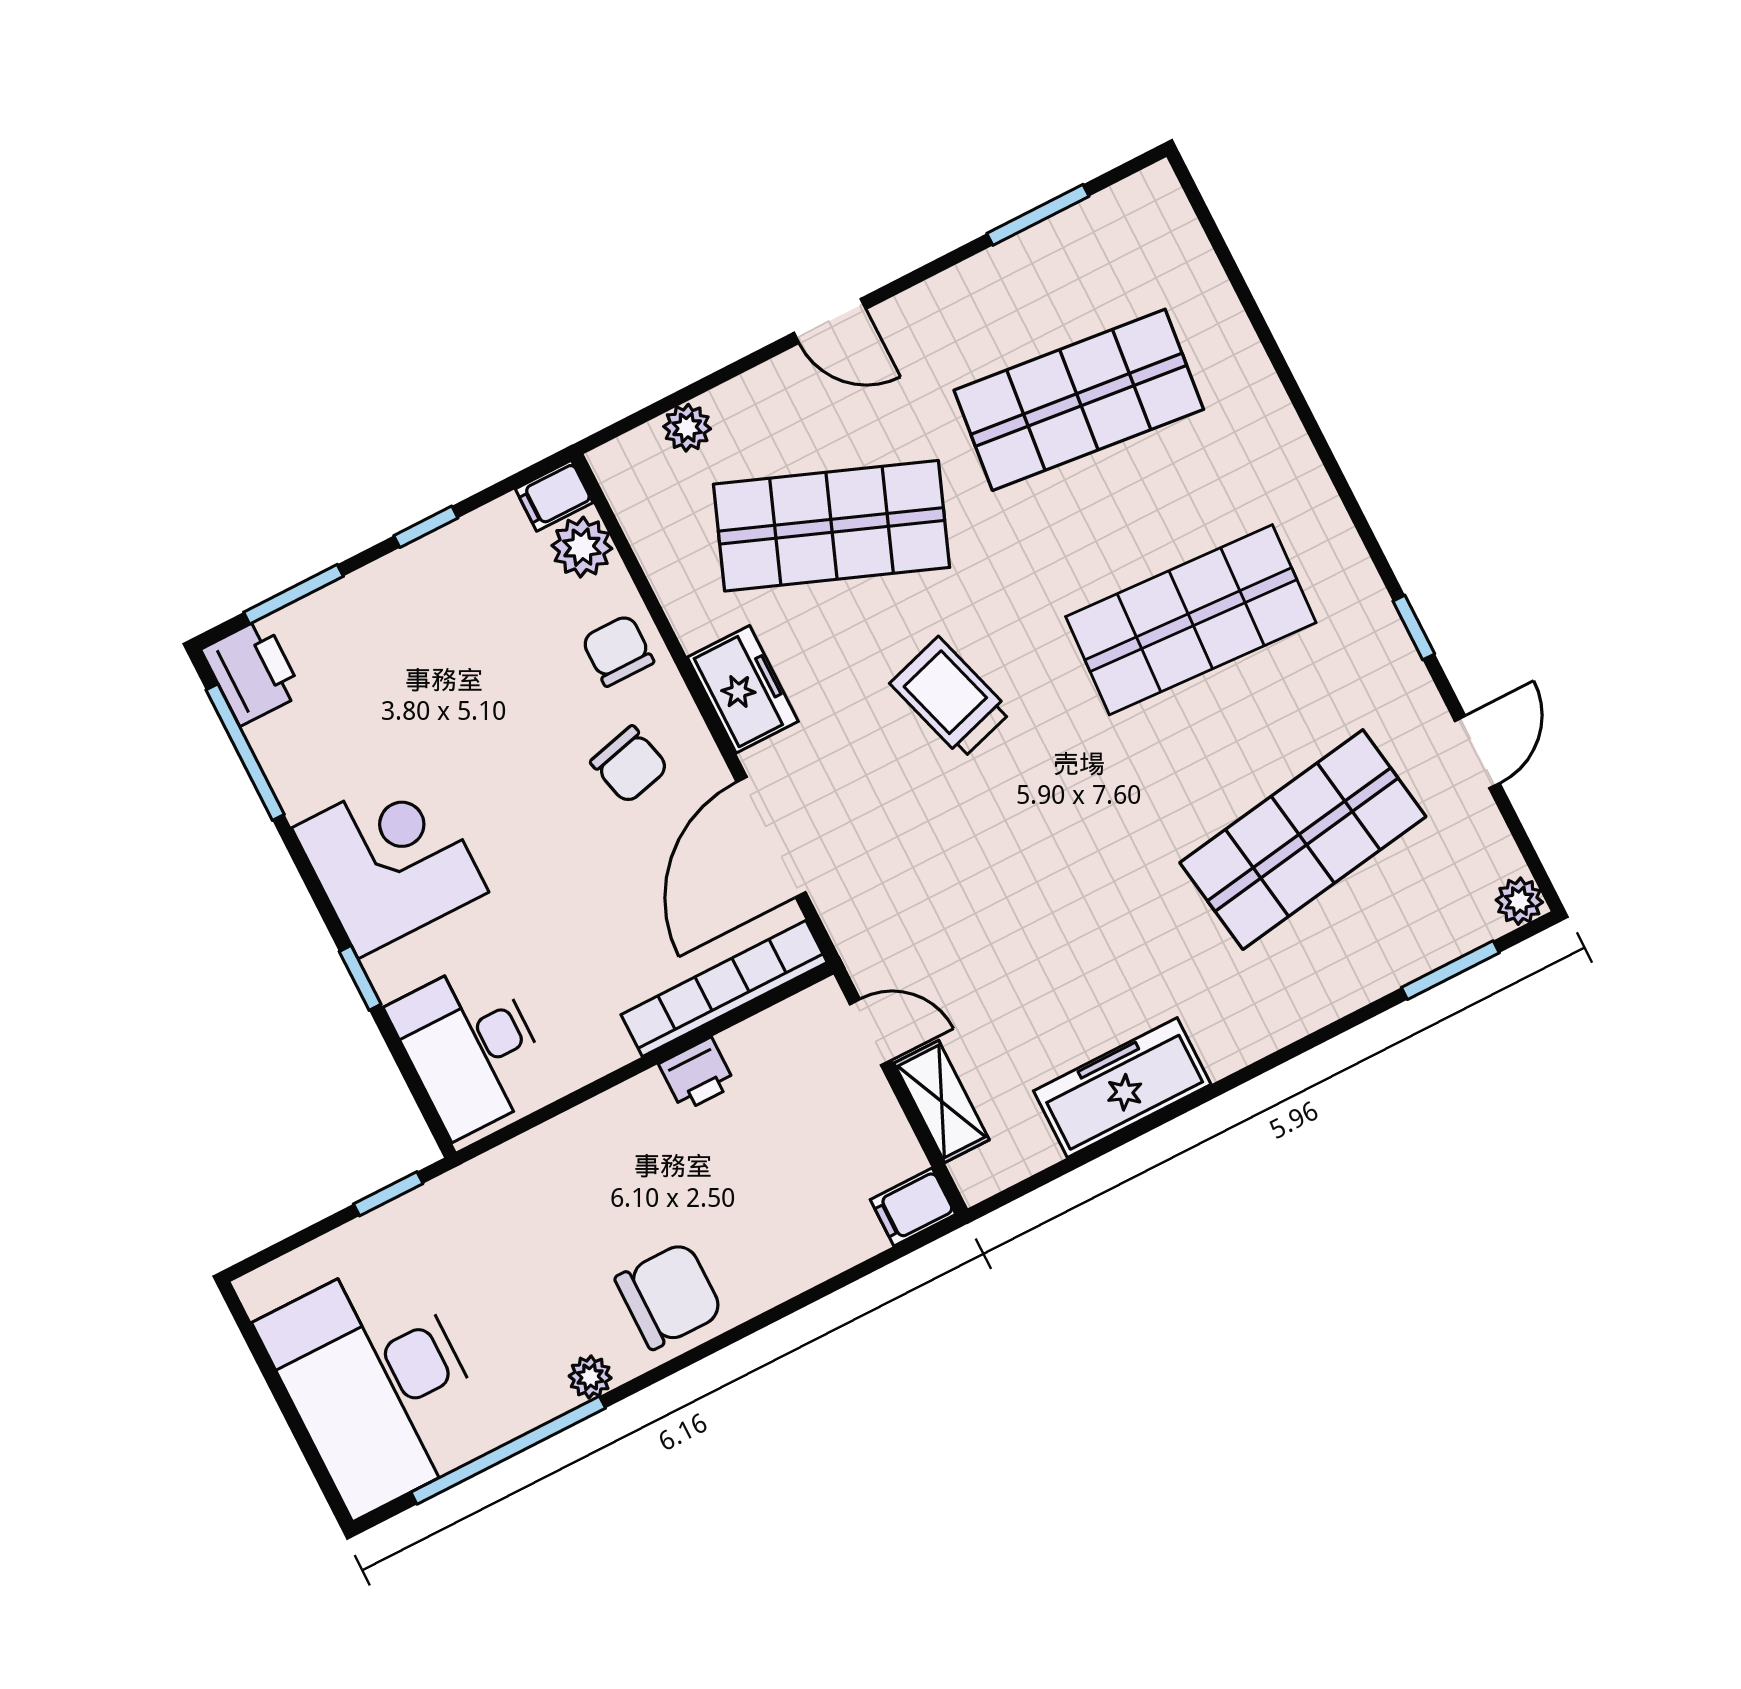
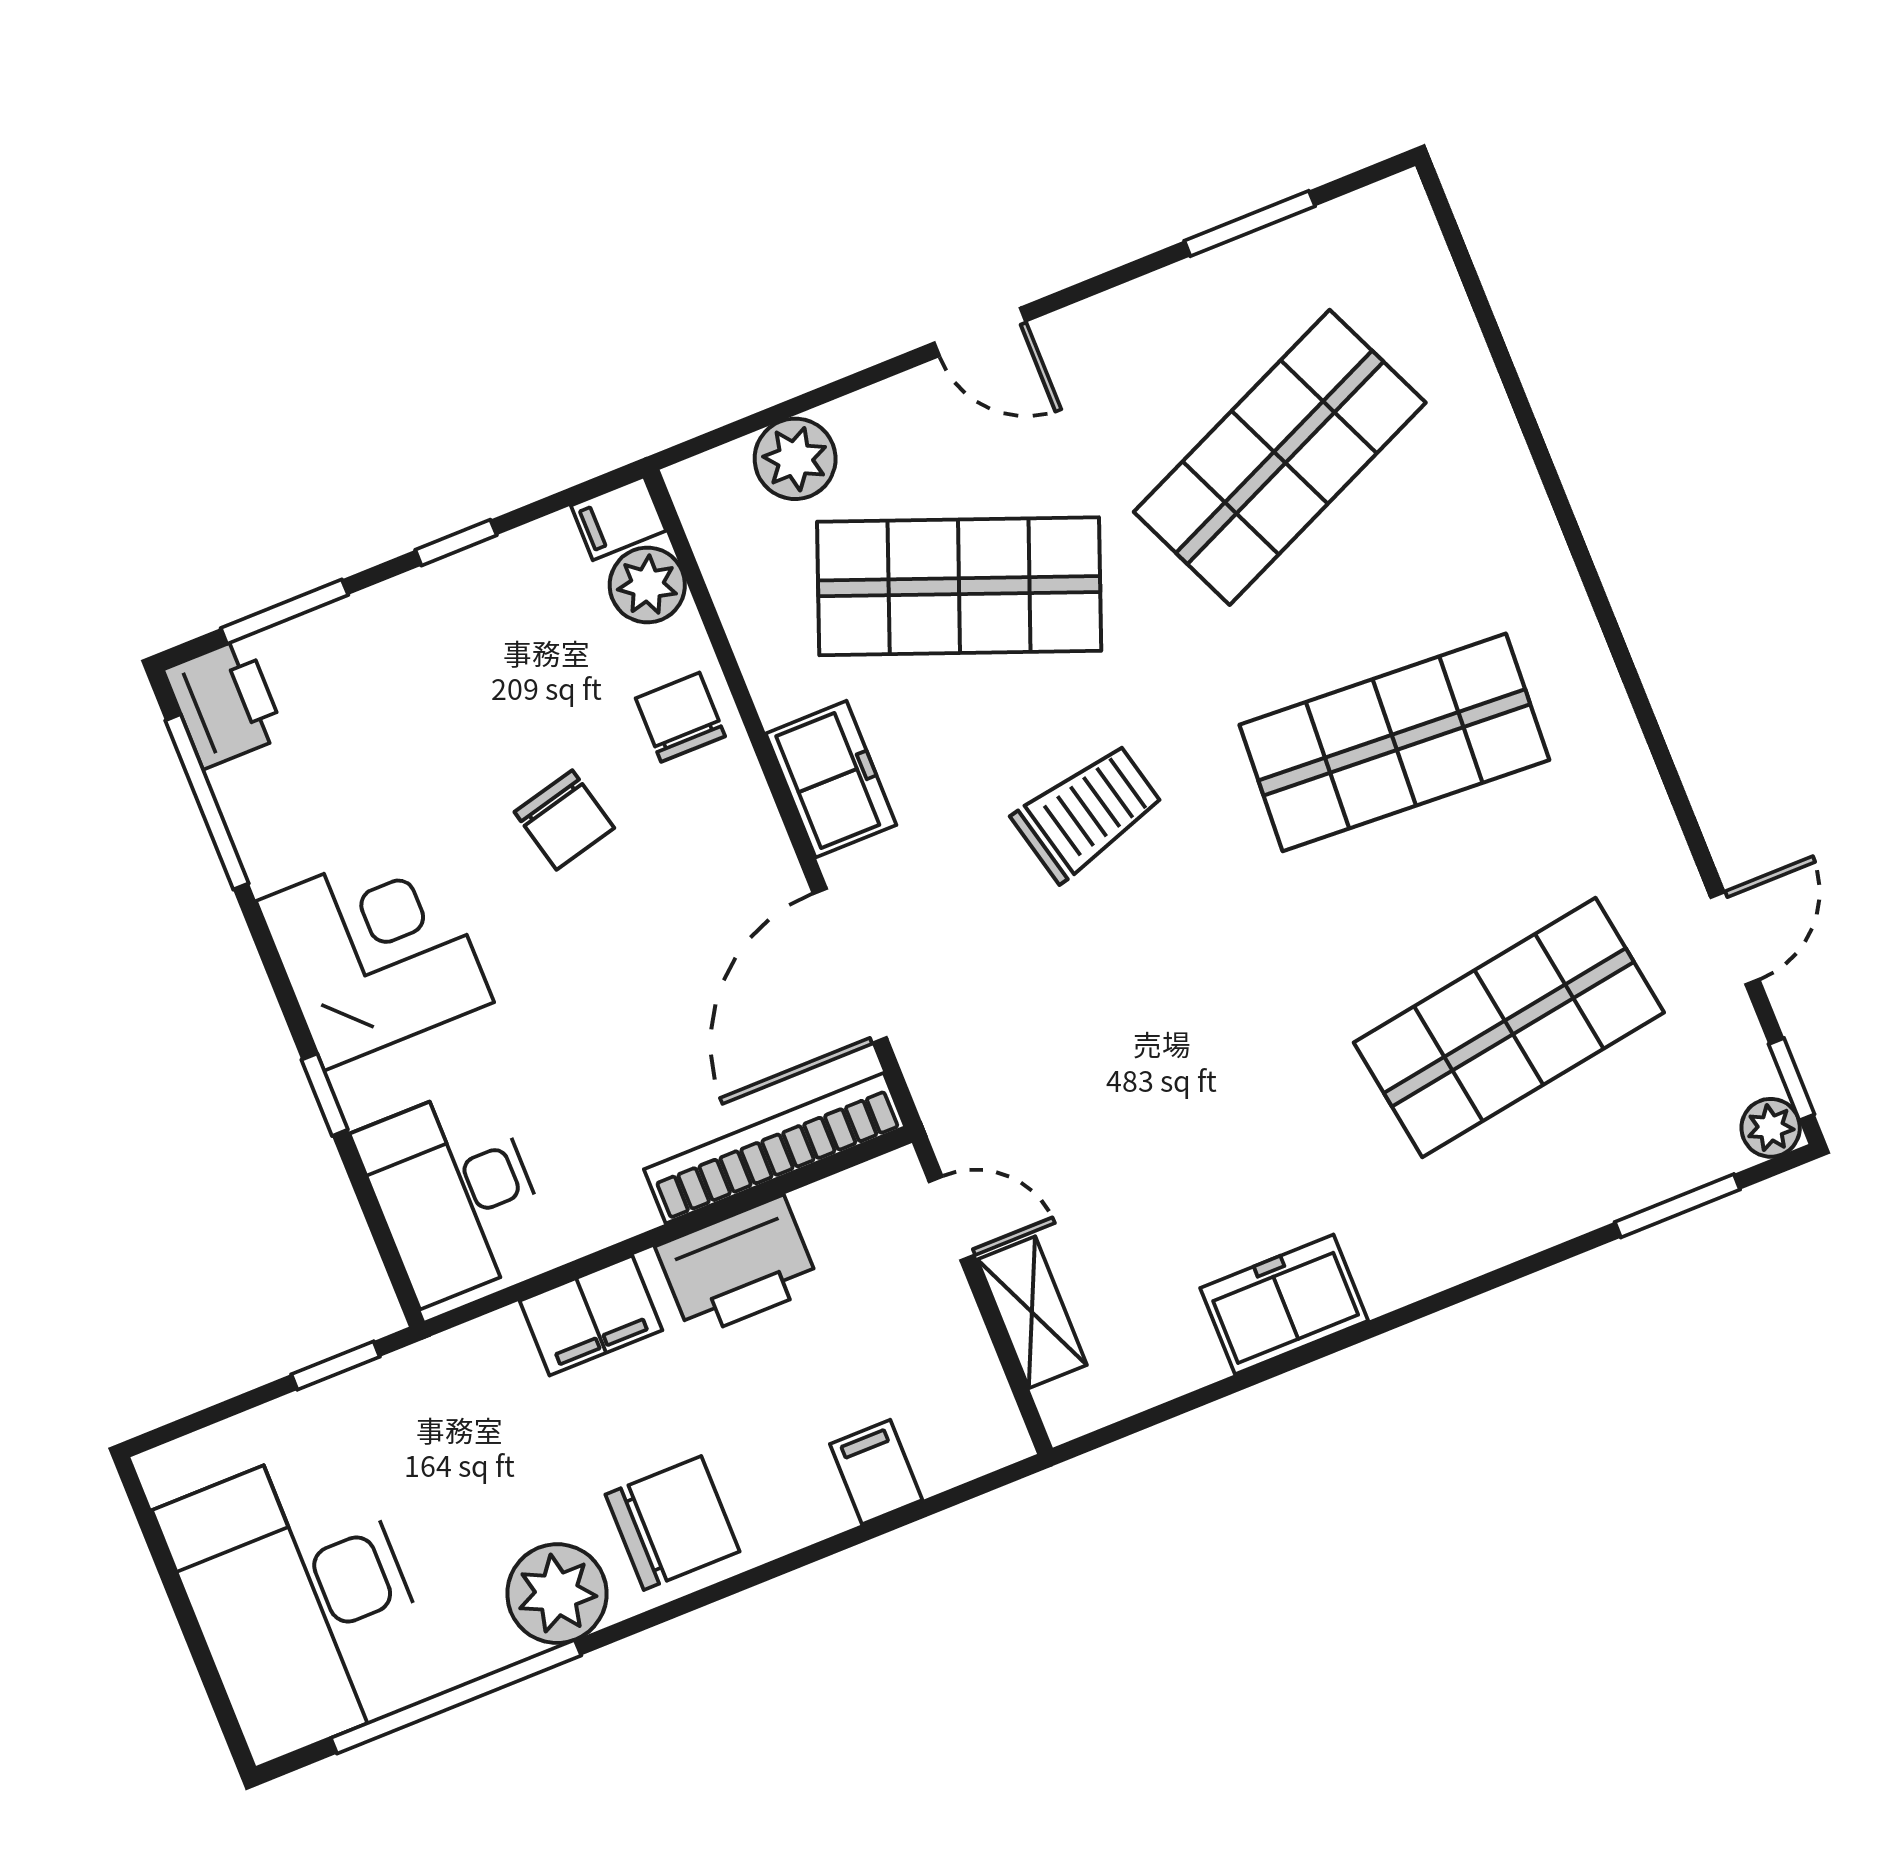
shop shelf: (1079, 400) -> (1280, 457), turned -30
plant: (687, 428) -> (795, 459), width x1.38, depth x1.38
window: (1414, 627) -> (1792, 1079), moved
trolley: (950, 698) -> (1088, 812), turned 93
chair: (630, 765) -> (564, 820), moved
printer: (697, 1074) -> (738, 1267), width x1.87, depth x1.48
freezer: (1122, 1088) -> (1284, 1304), width x0.71
filing cabinet: (589, 1136) -> (591, 1316), added
filing cabinet: (913, 1207) -> (876, 1472), moved, turned 90
plant: (590, 1377) -> (557, 1594), width x1.87, depth x1.87

